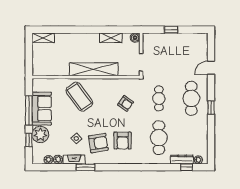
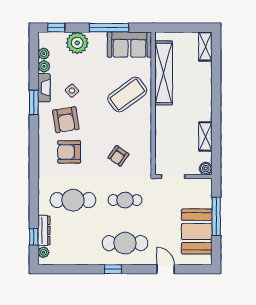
window: (171, 30) -> (216, 216), width x2.17
booth: (183, 44) -> (197, 231), added
shelving: (94, 69) -> (164, 73), moved
sofa: (42, 109) -> (129, 45), moved
window: (29, 140) -> (56, 28), moved

